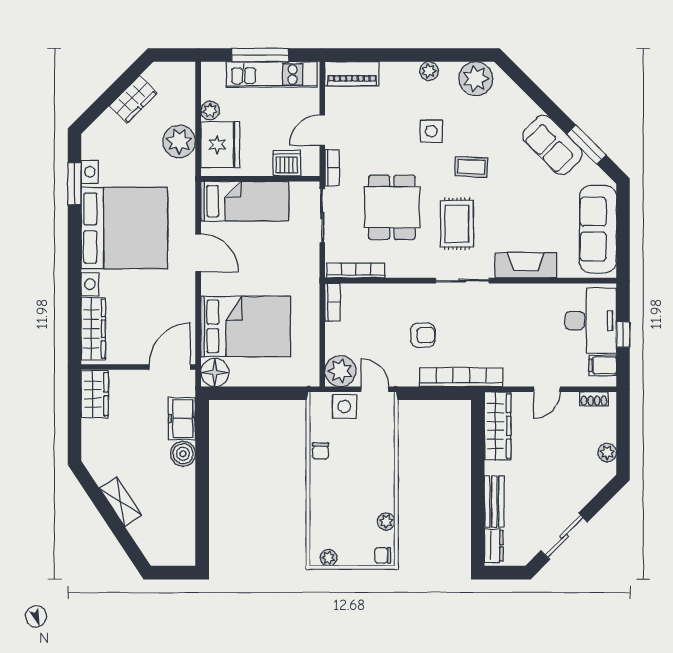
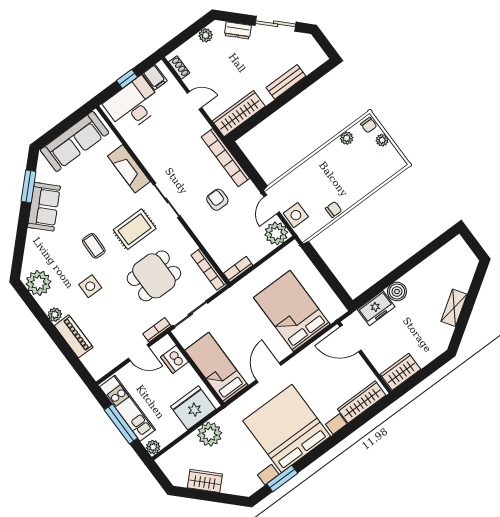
piano: (352, 74) -> (74, 336), moved
plant: (210, 111) -> (153, 447), moved
floor lamp: (215, 372) -> (333, 309), removed
dresser: (494, 546) -> (238, 30), moved, turned -135
plant: (329, 558) -> (382, 140), moved

